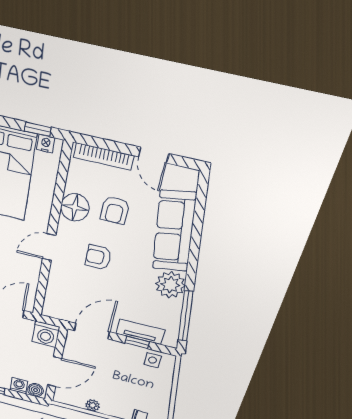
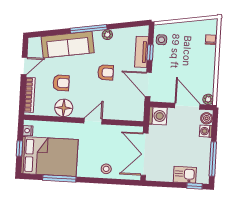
window: (38, 129) -> (19, 149), moved
door: (49, 247) -> (93, 121), swing flipped
armchair: (98, 257) -> (106, 72), moved, turned -90
plant: (170, 285) -> (107, 35), width x0.53, depth x0.53
window: (186, 316) -> (89, 29), moved
plant: (93, 405) -> (208, 99), moved

